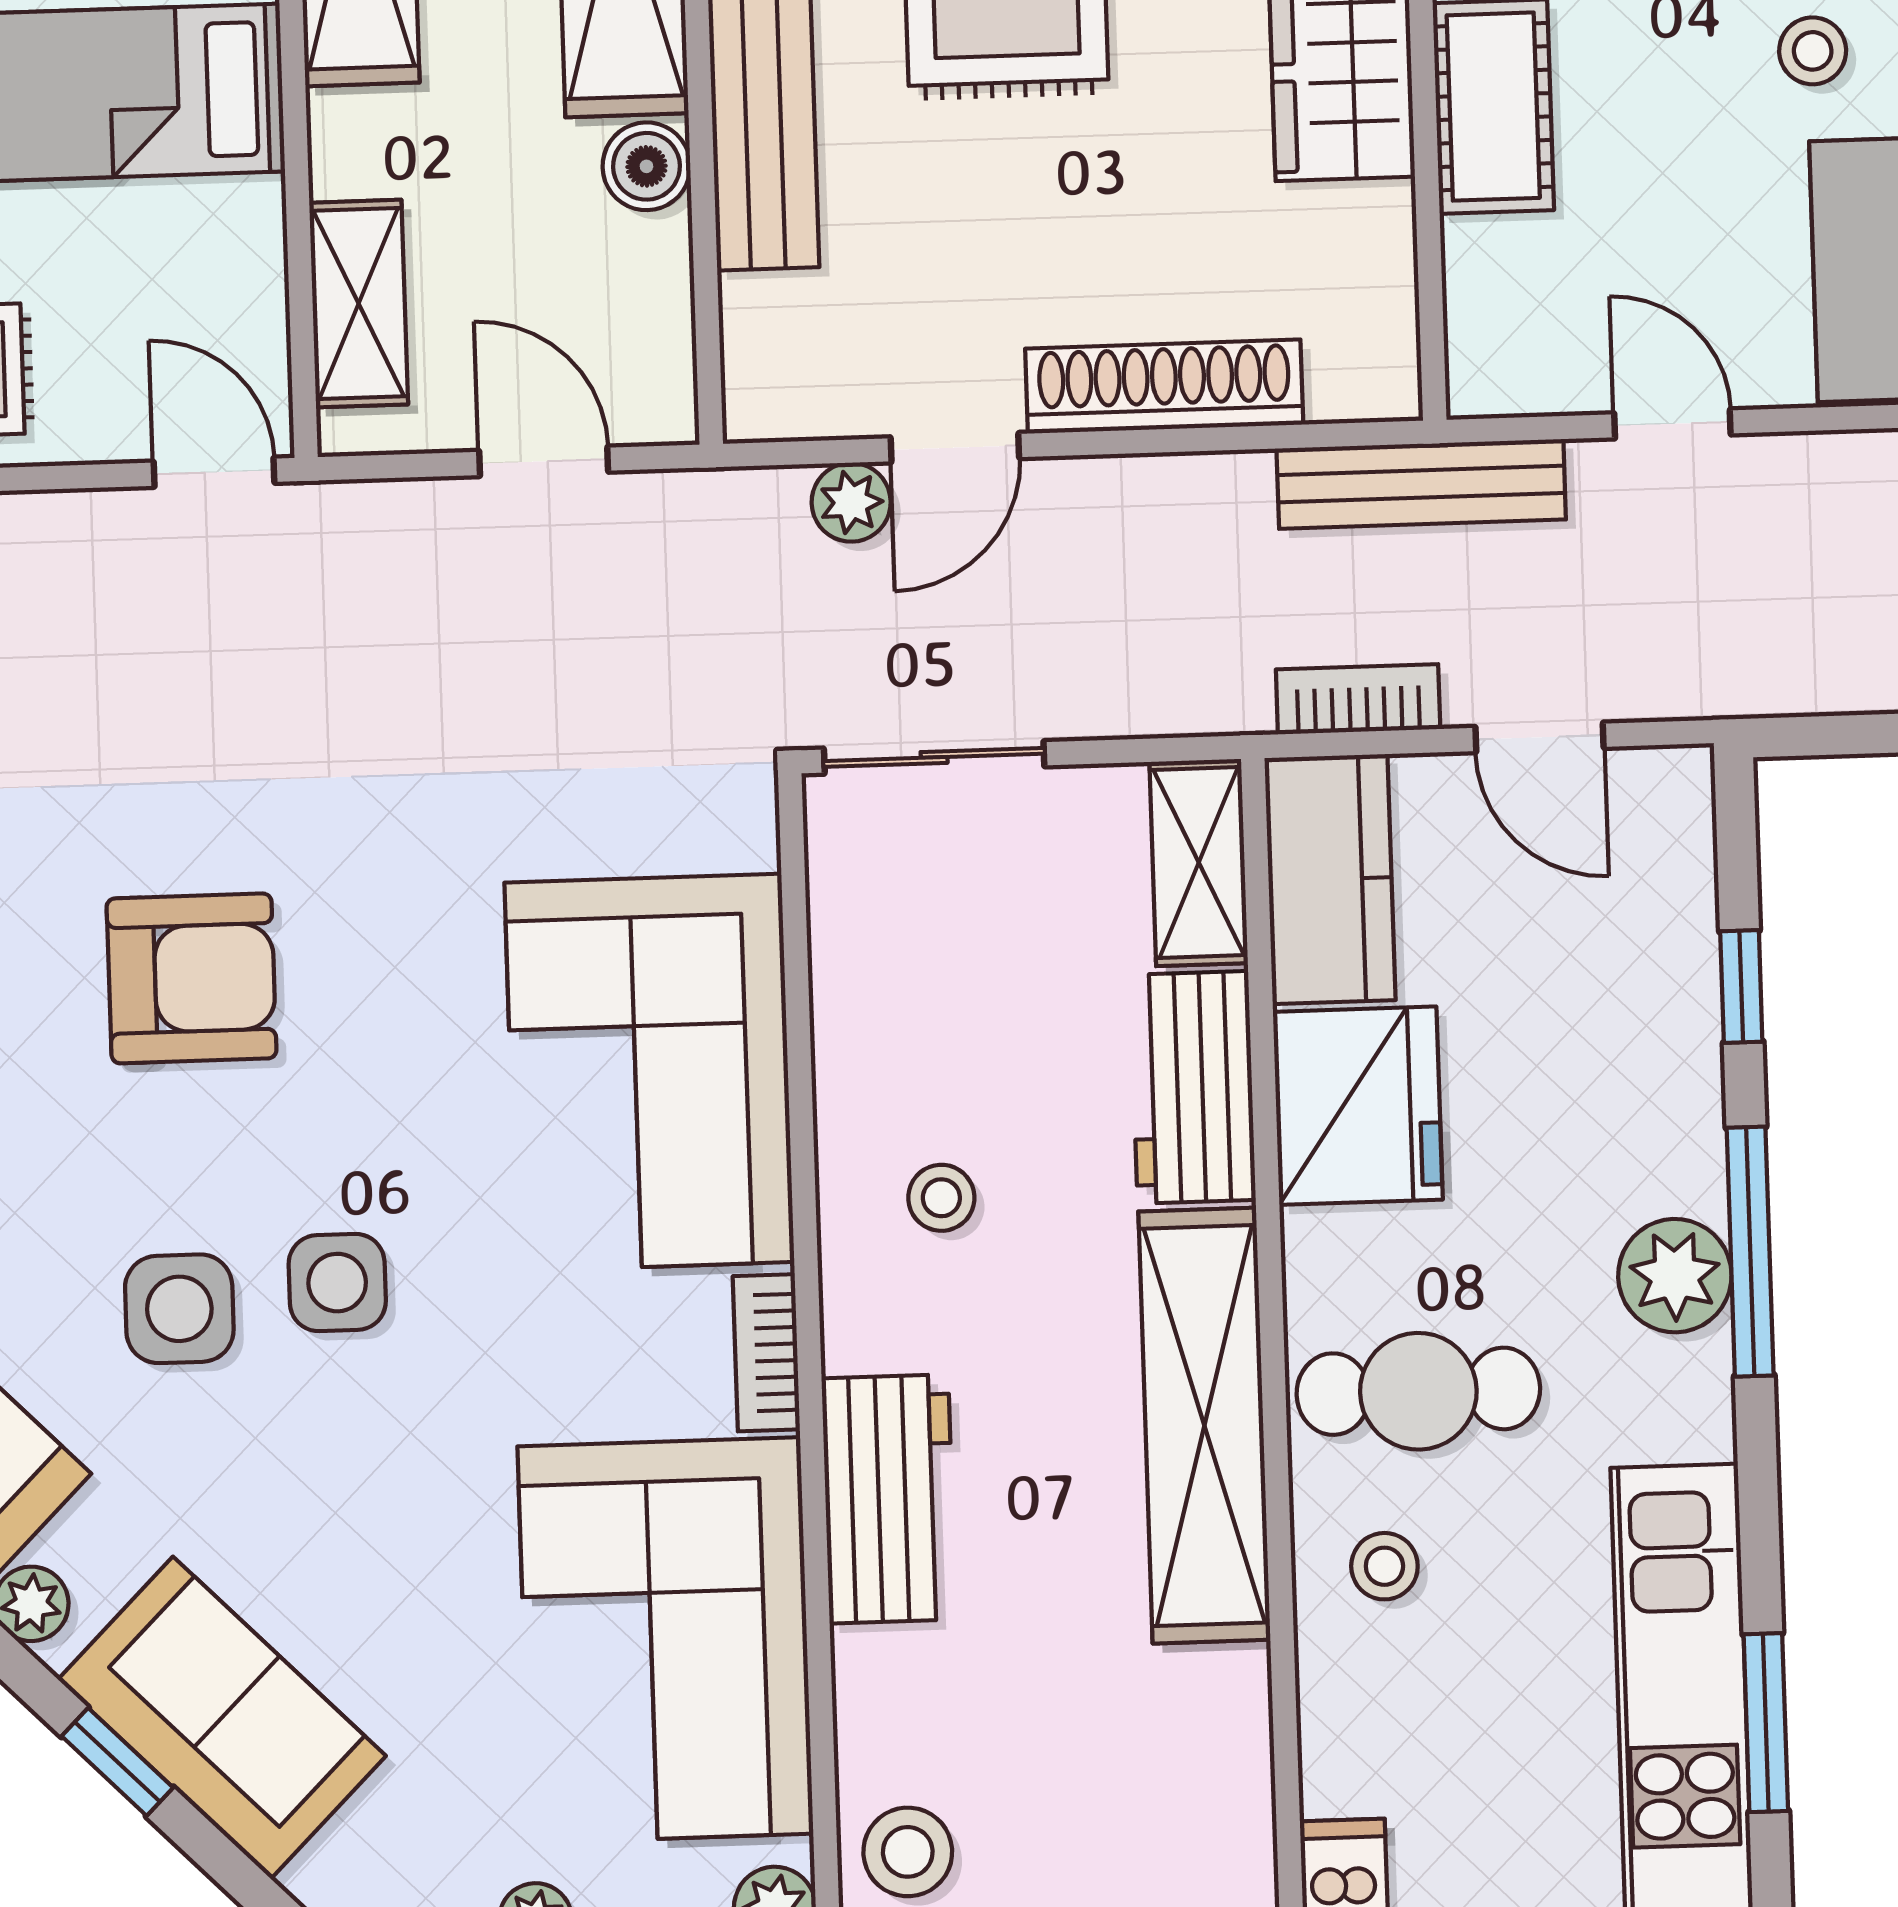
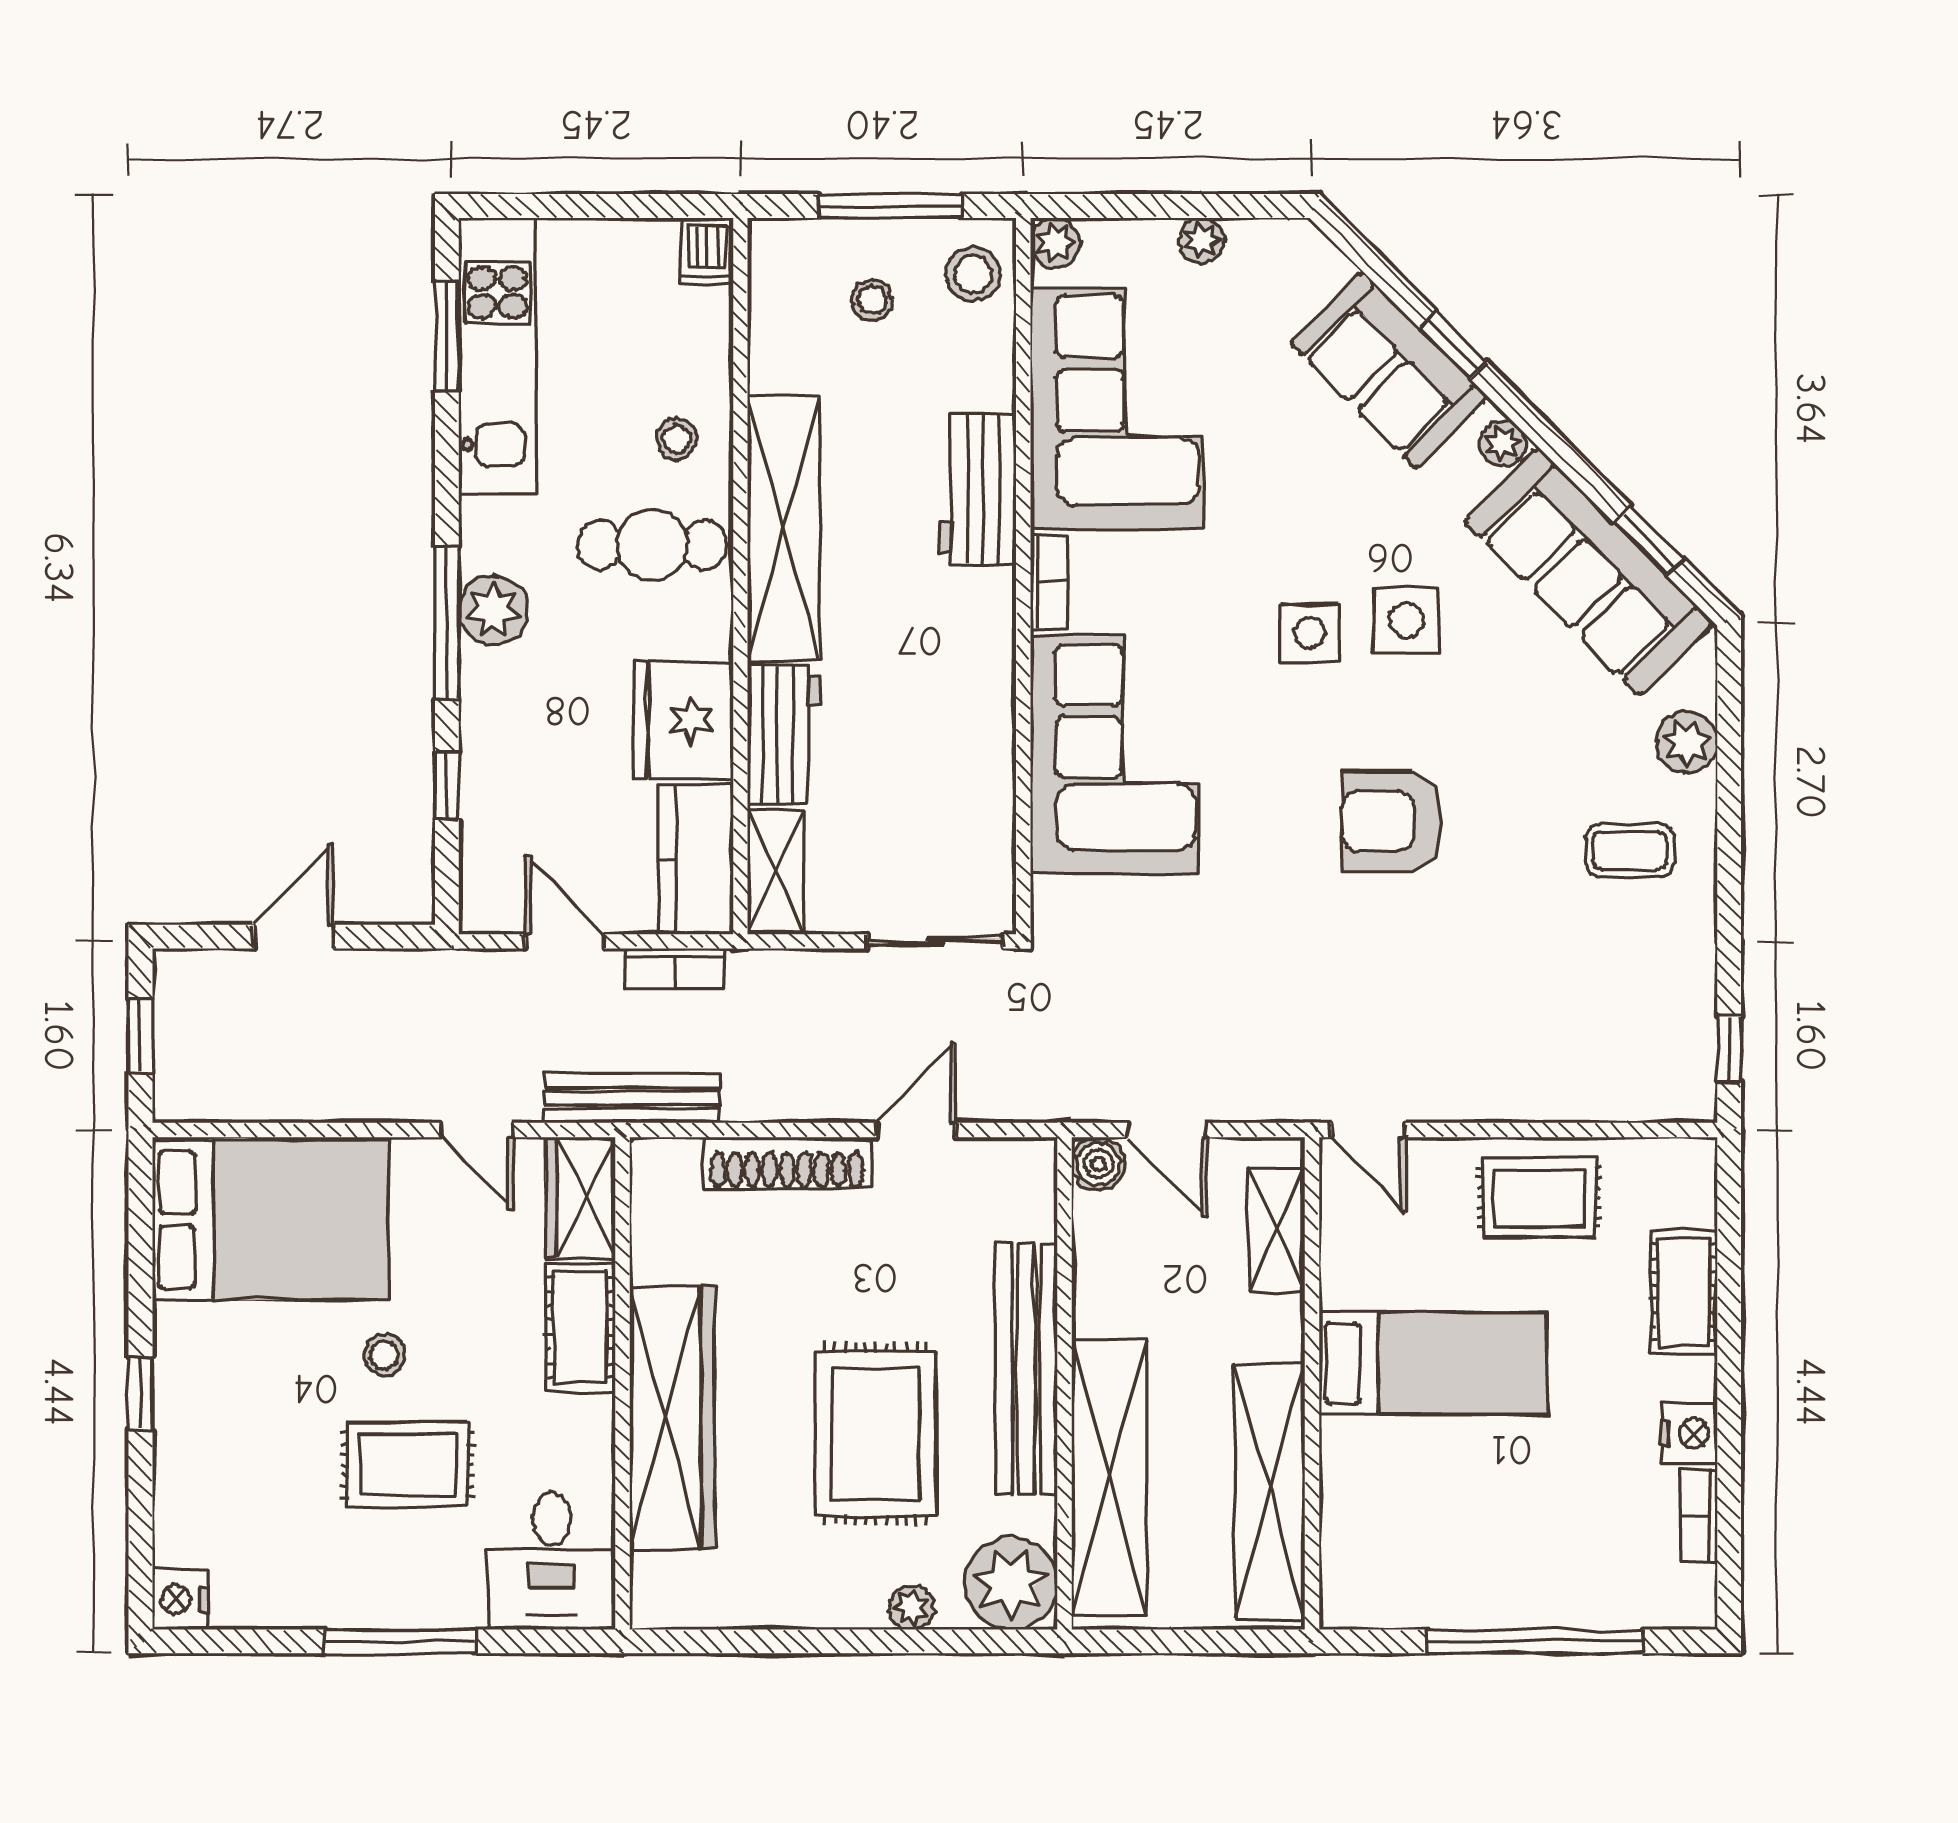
boiler: (646, 166) -> (1098, 1164), moved
wardrobe: (1501, 319) -> (580, 1198), added
plant: (851, 502) -> (980, 1099), removed
stool: (941, 1198) -> (872, 300), moved

